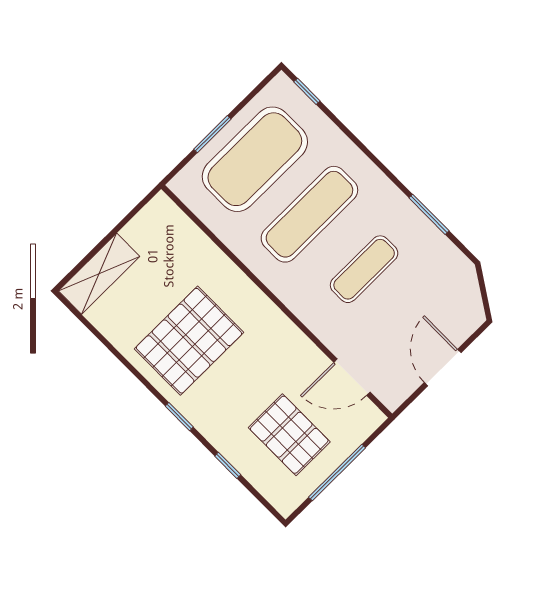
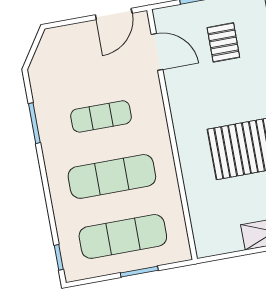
exercise mat: (255, 159) -> (123, 236), width x0.68
door: (443, 368) -> (114, 14), moved
pallet: (289, 435) -> (223, 42), width x0.67, depth x0.71

